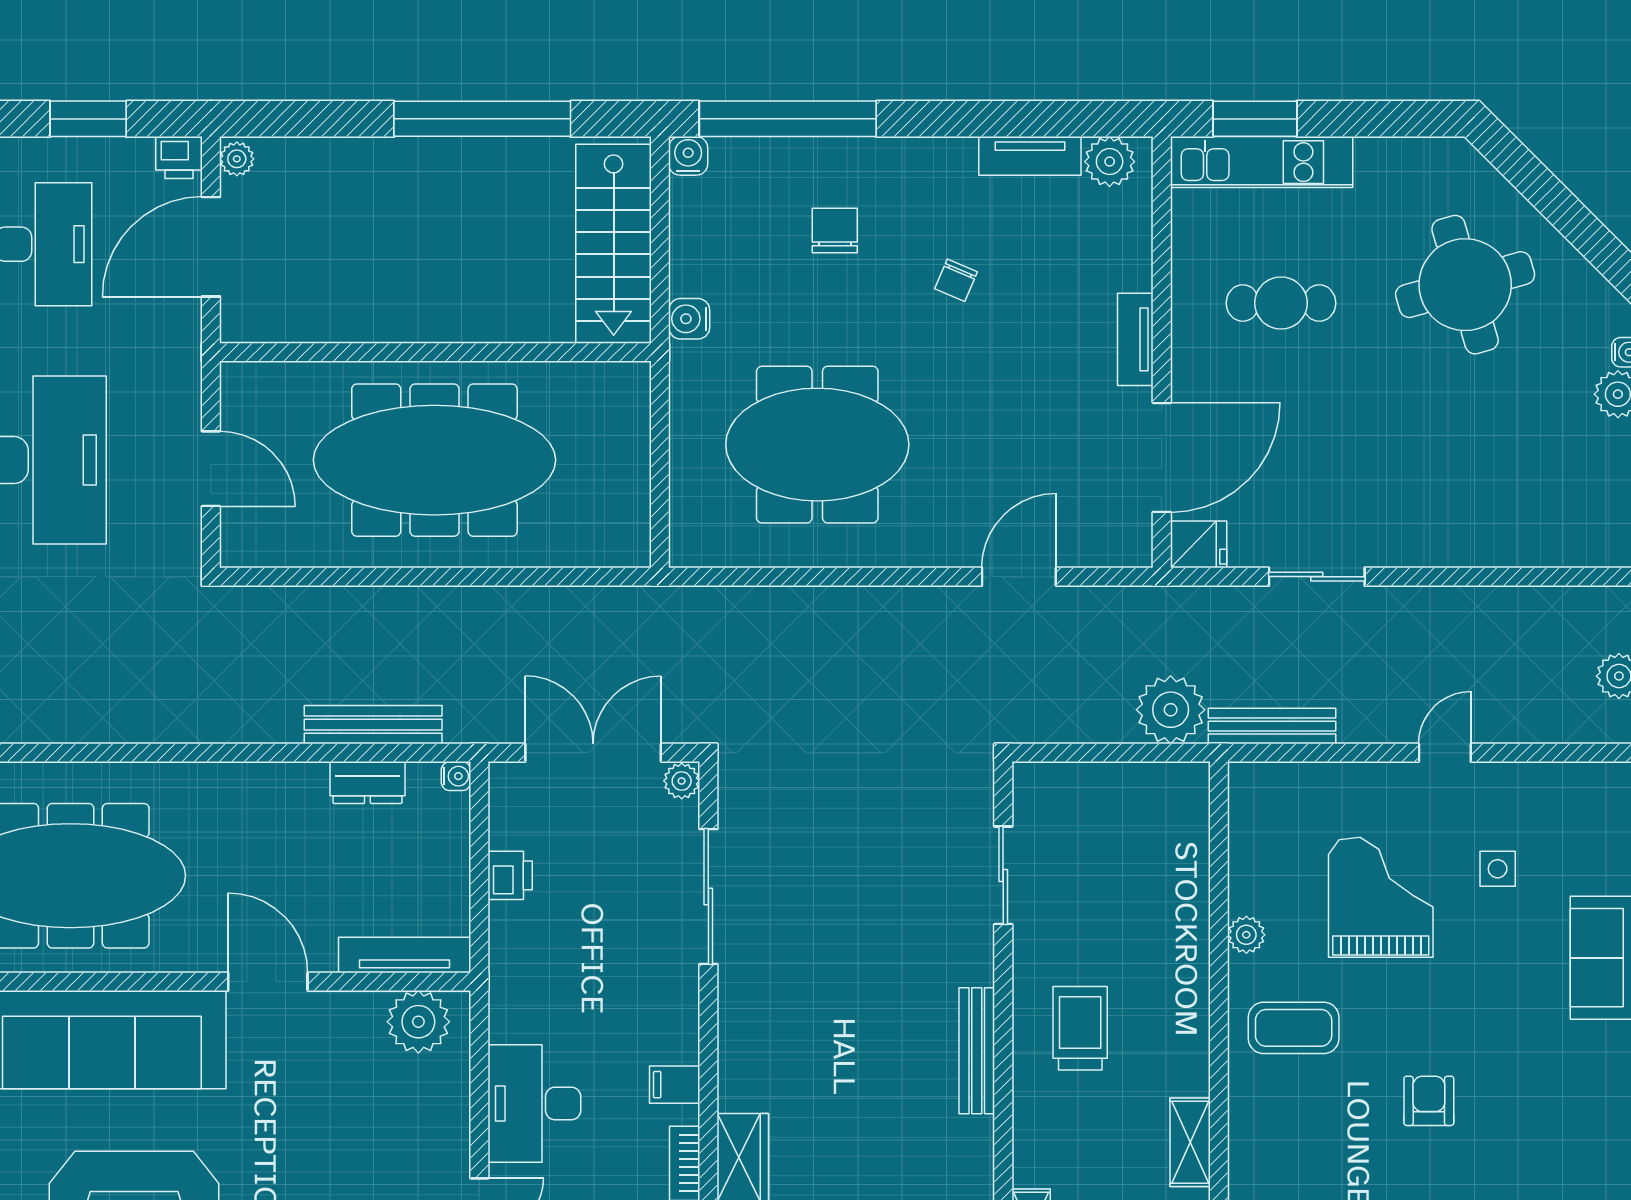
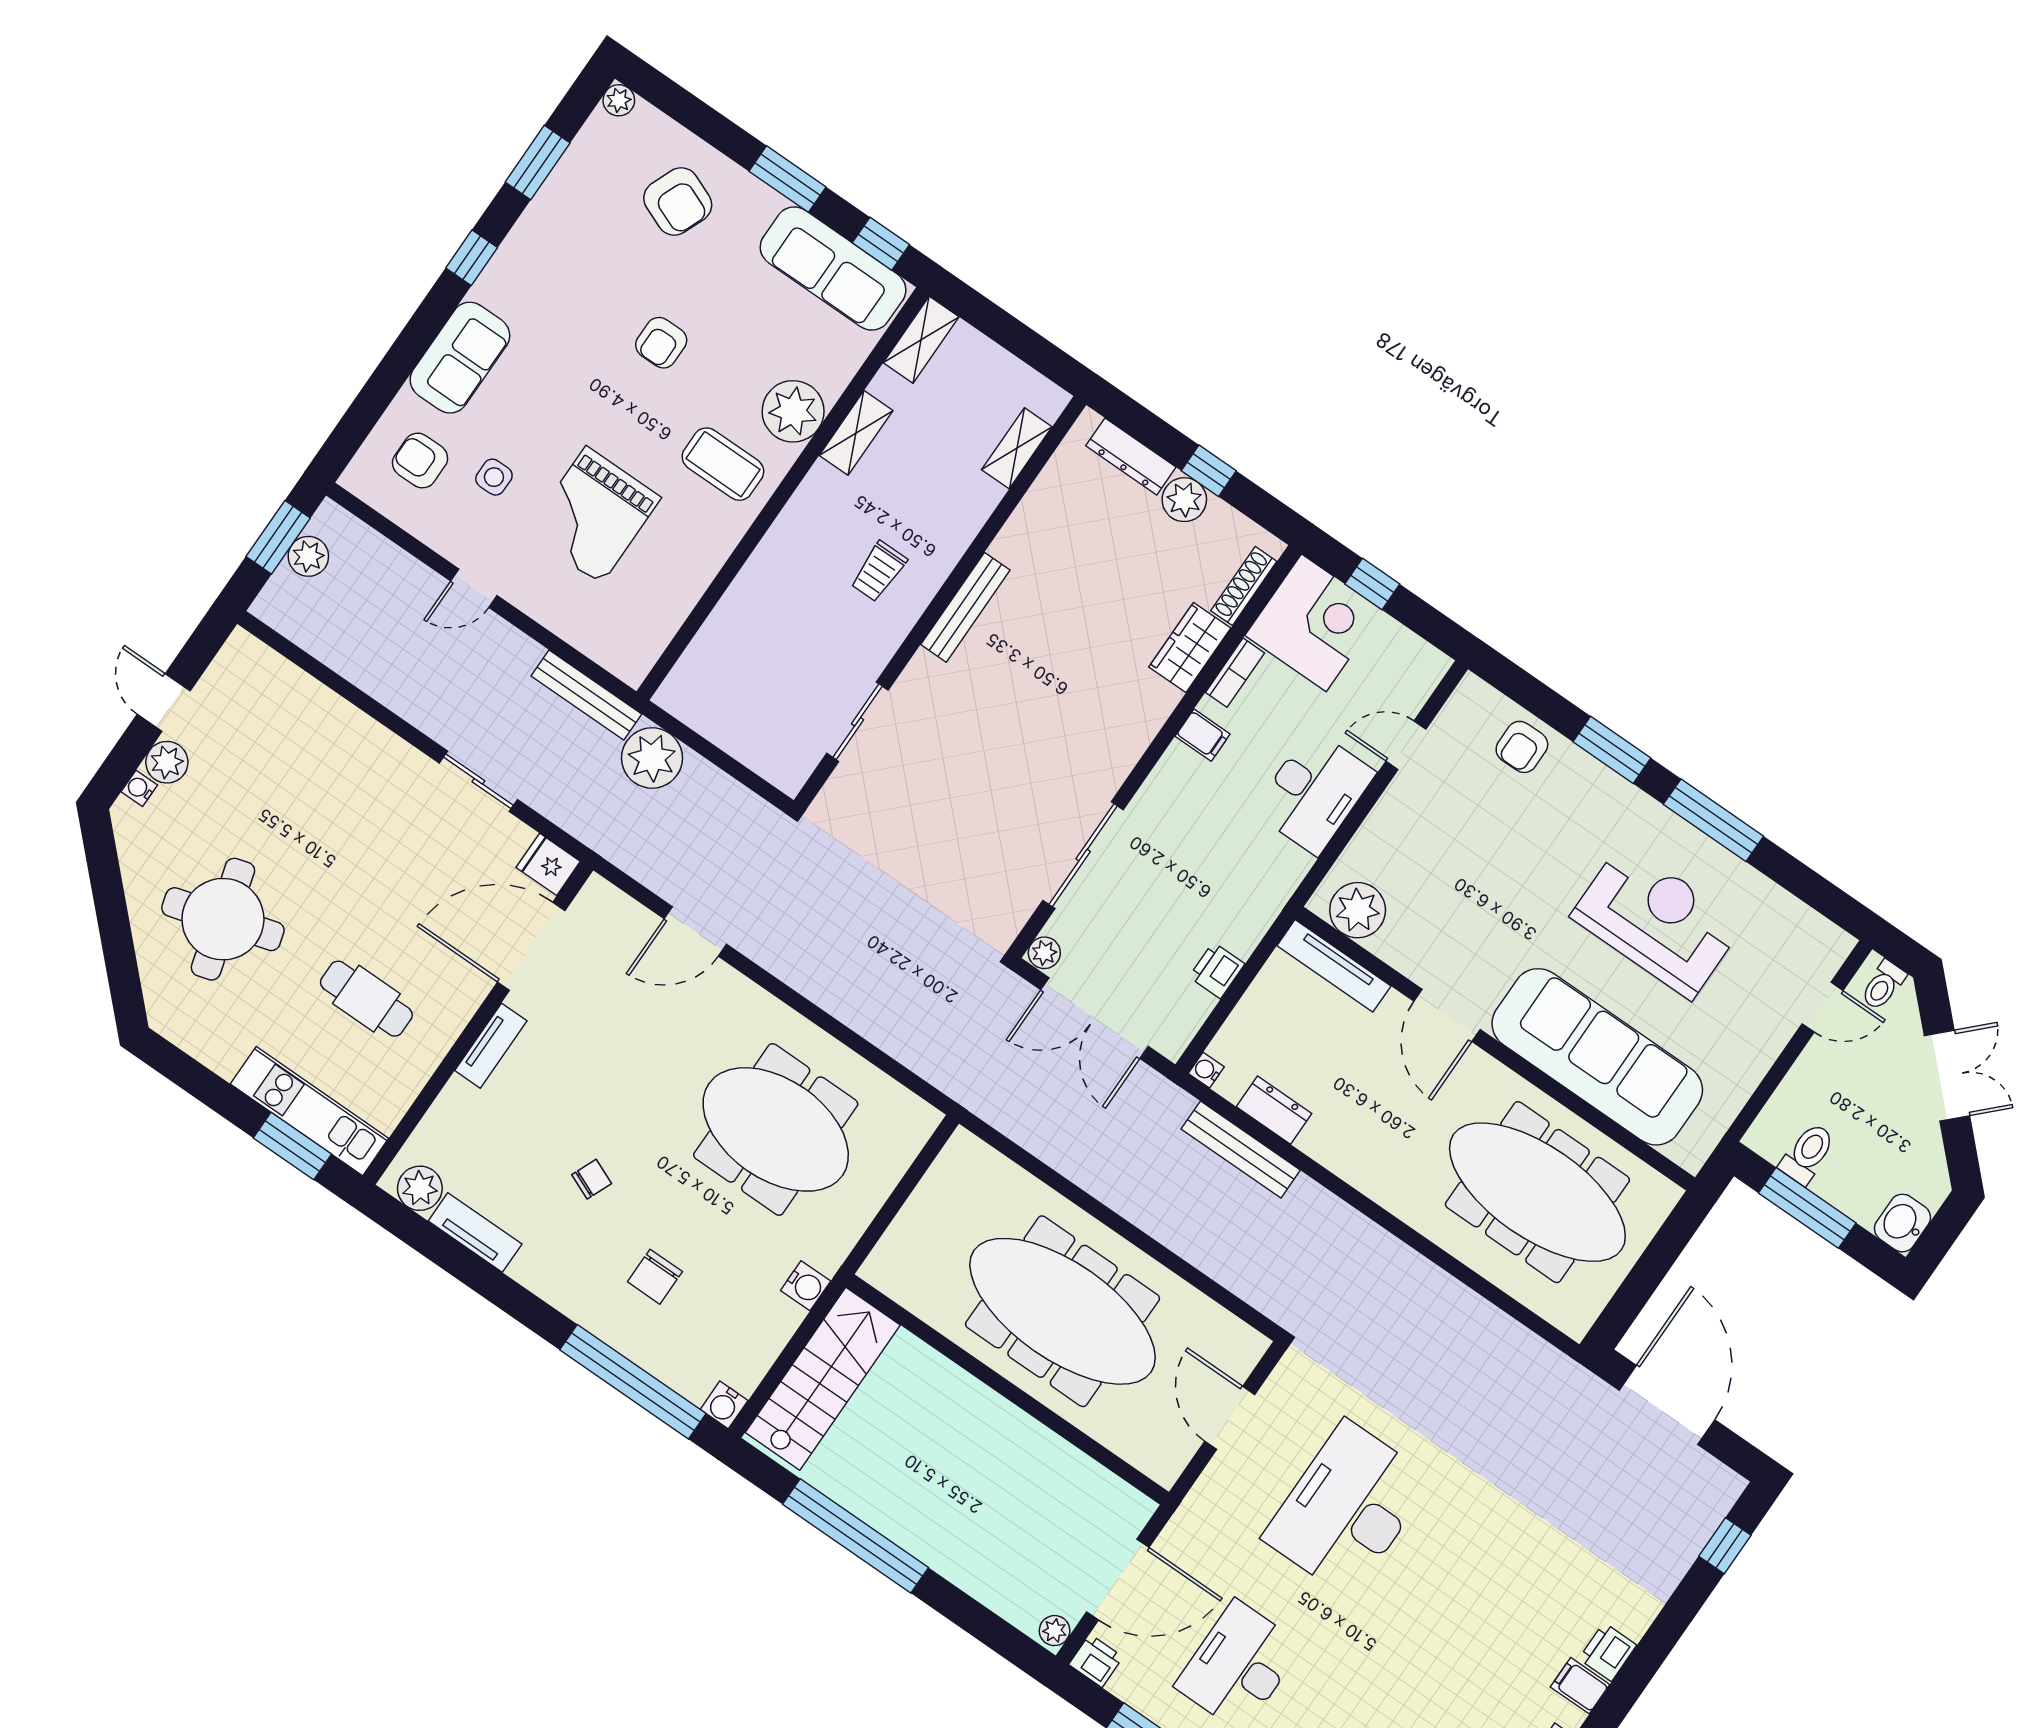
armchair: (1577, 837) -> (420, 461), added
plant: (1246, 935) -> (793, 411), moved, width x1.88, depth x1.88
trolley: (1080, 1028) -> (879, 571), width x0.73, depth x0.72

